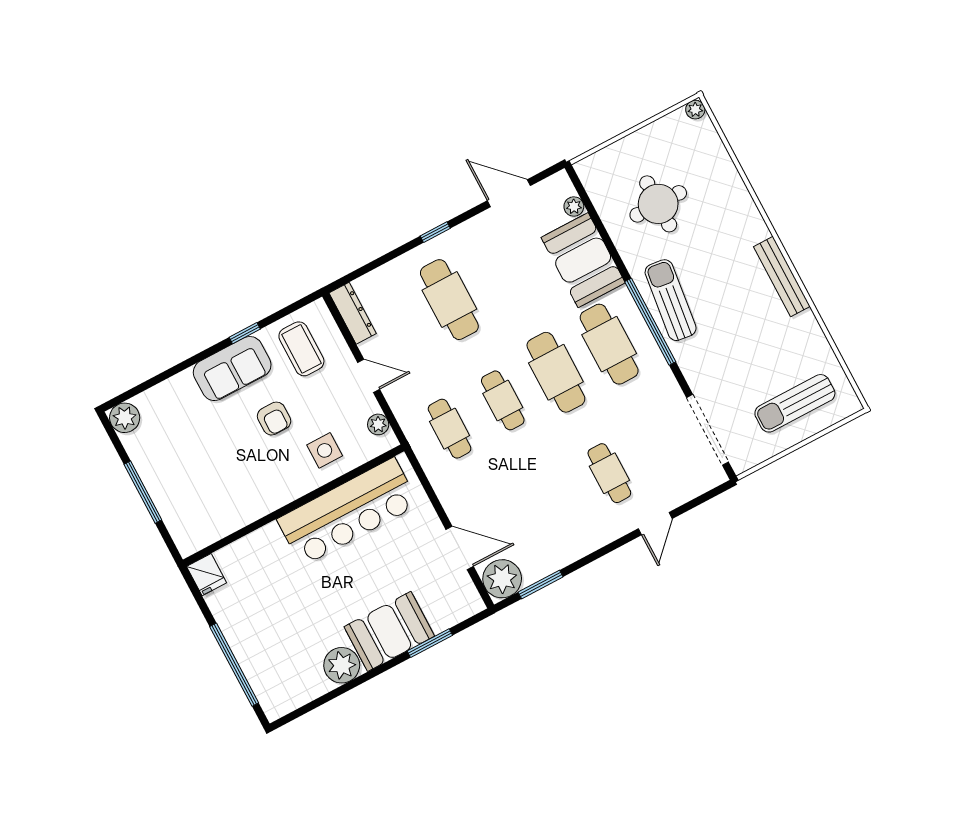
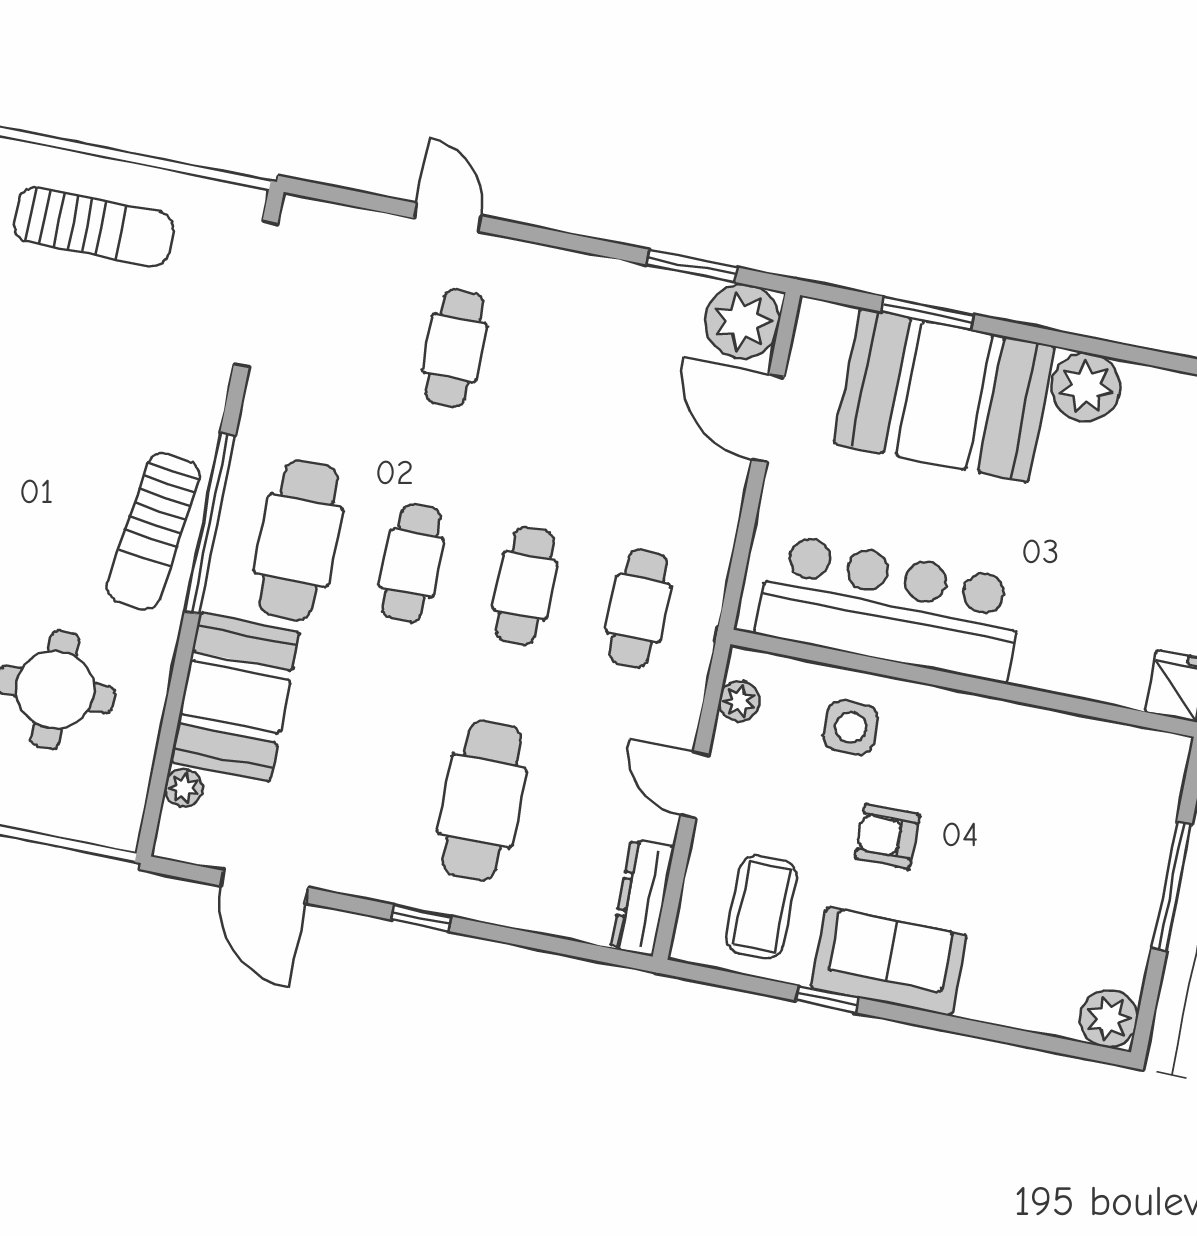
cafe table: (556, 372) -> (412, 563), width x0.73, depth x0.74
armchair: (274, 419) -> (887, 836), turned -90
door: (655, 524) -> (448, 217), hinge flipped
booth: (389, 631) -> (944, 395), width x1.36, depth x1.42

